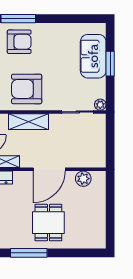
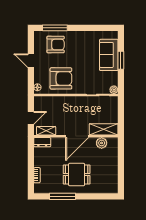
armchair: (27, 89) -> (61, 78), turned 180
shelving: (29, 122) -> (104, 129), moved
dining table: (48, 223) -> (77, 175), turned 90

